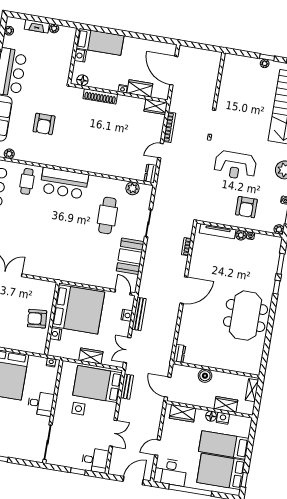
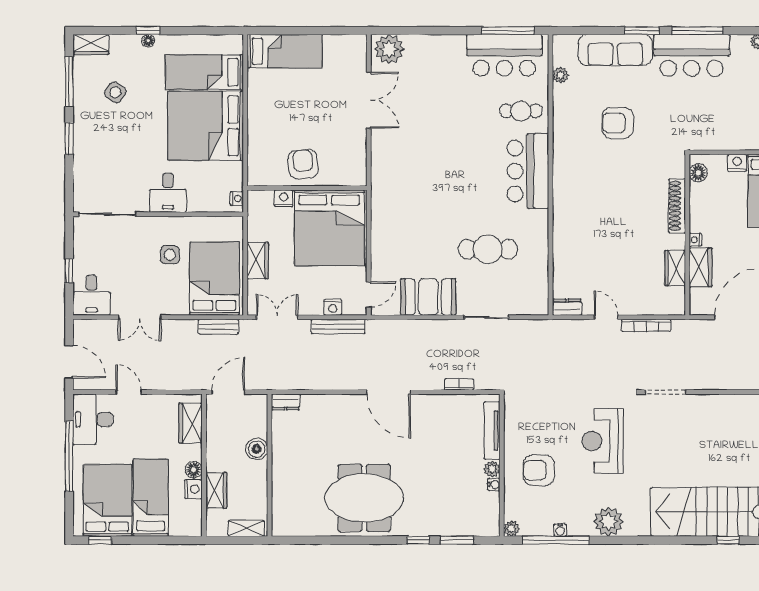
wardrobe: (156, 107) -> (675, 268), moved
plant: (132, 188) -> (538, 282), removed

